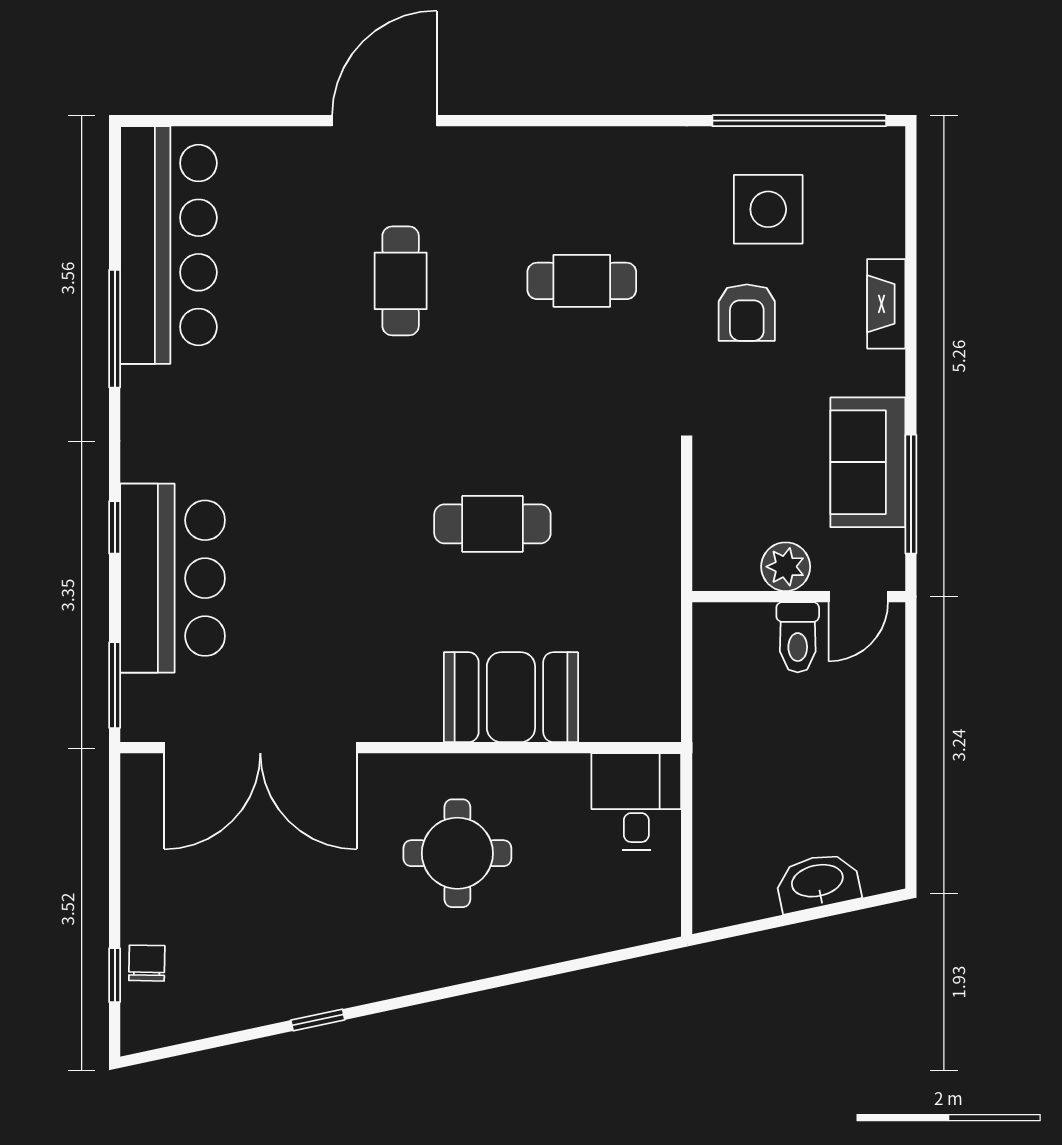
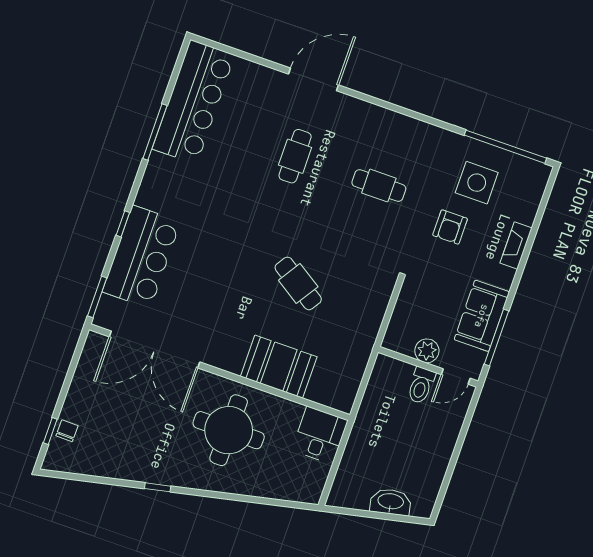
cafe table: (492, 524) -> (298, 283), turned 33
round table: (457, 853) -> (229, 430), width x1.36, depth x1.36
window: (318, 1020) -> (158, 487), moved

